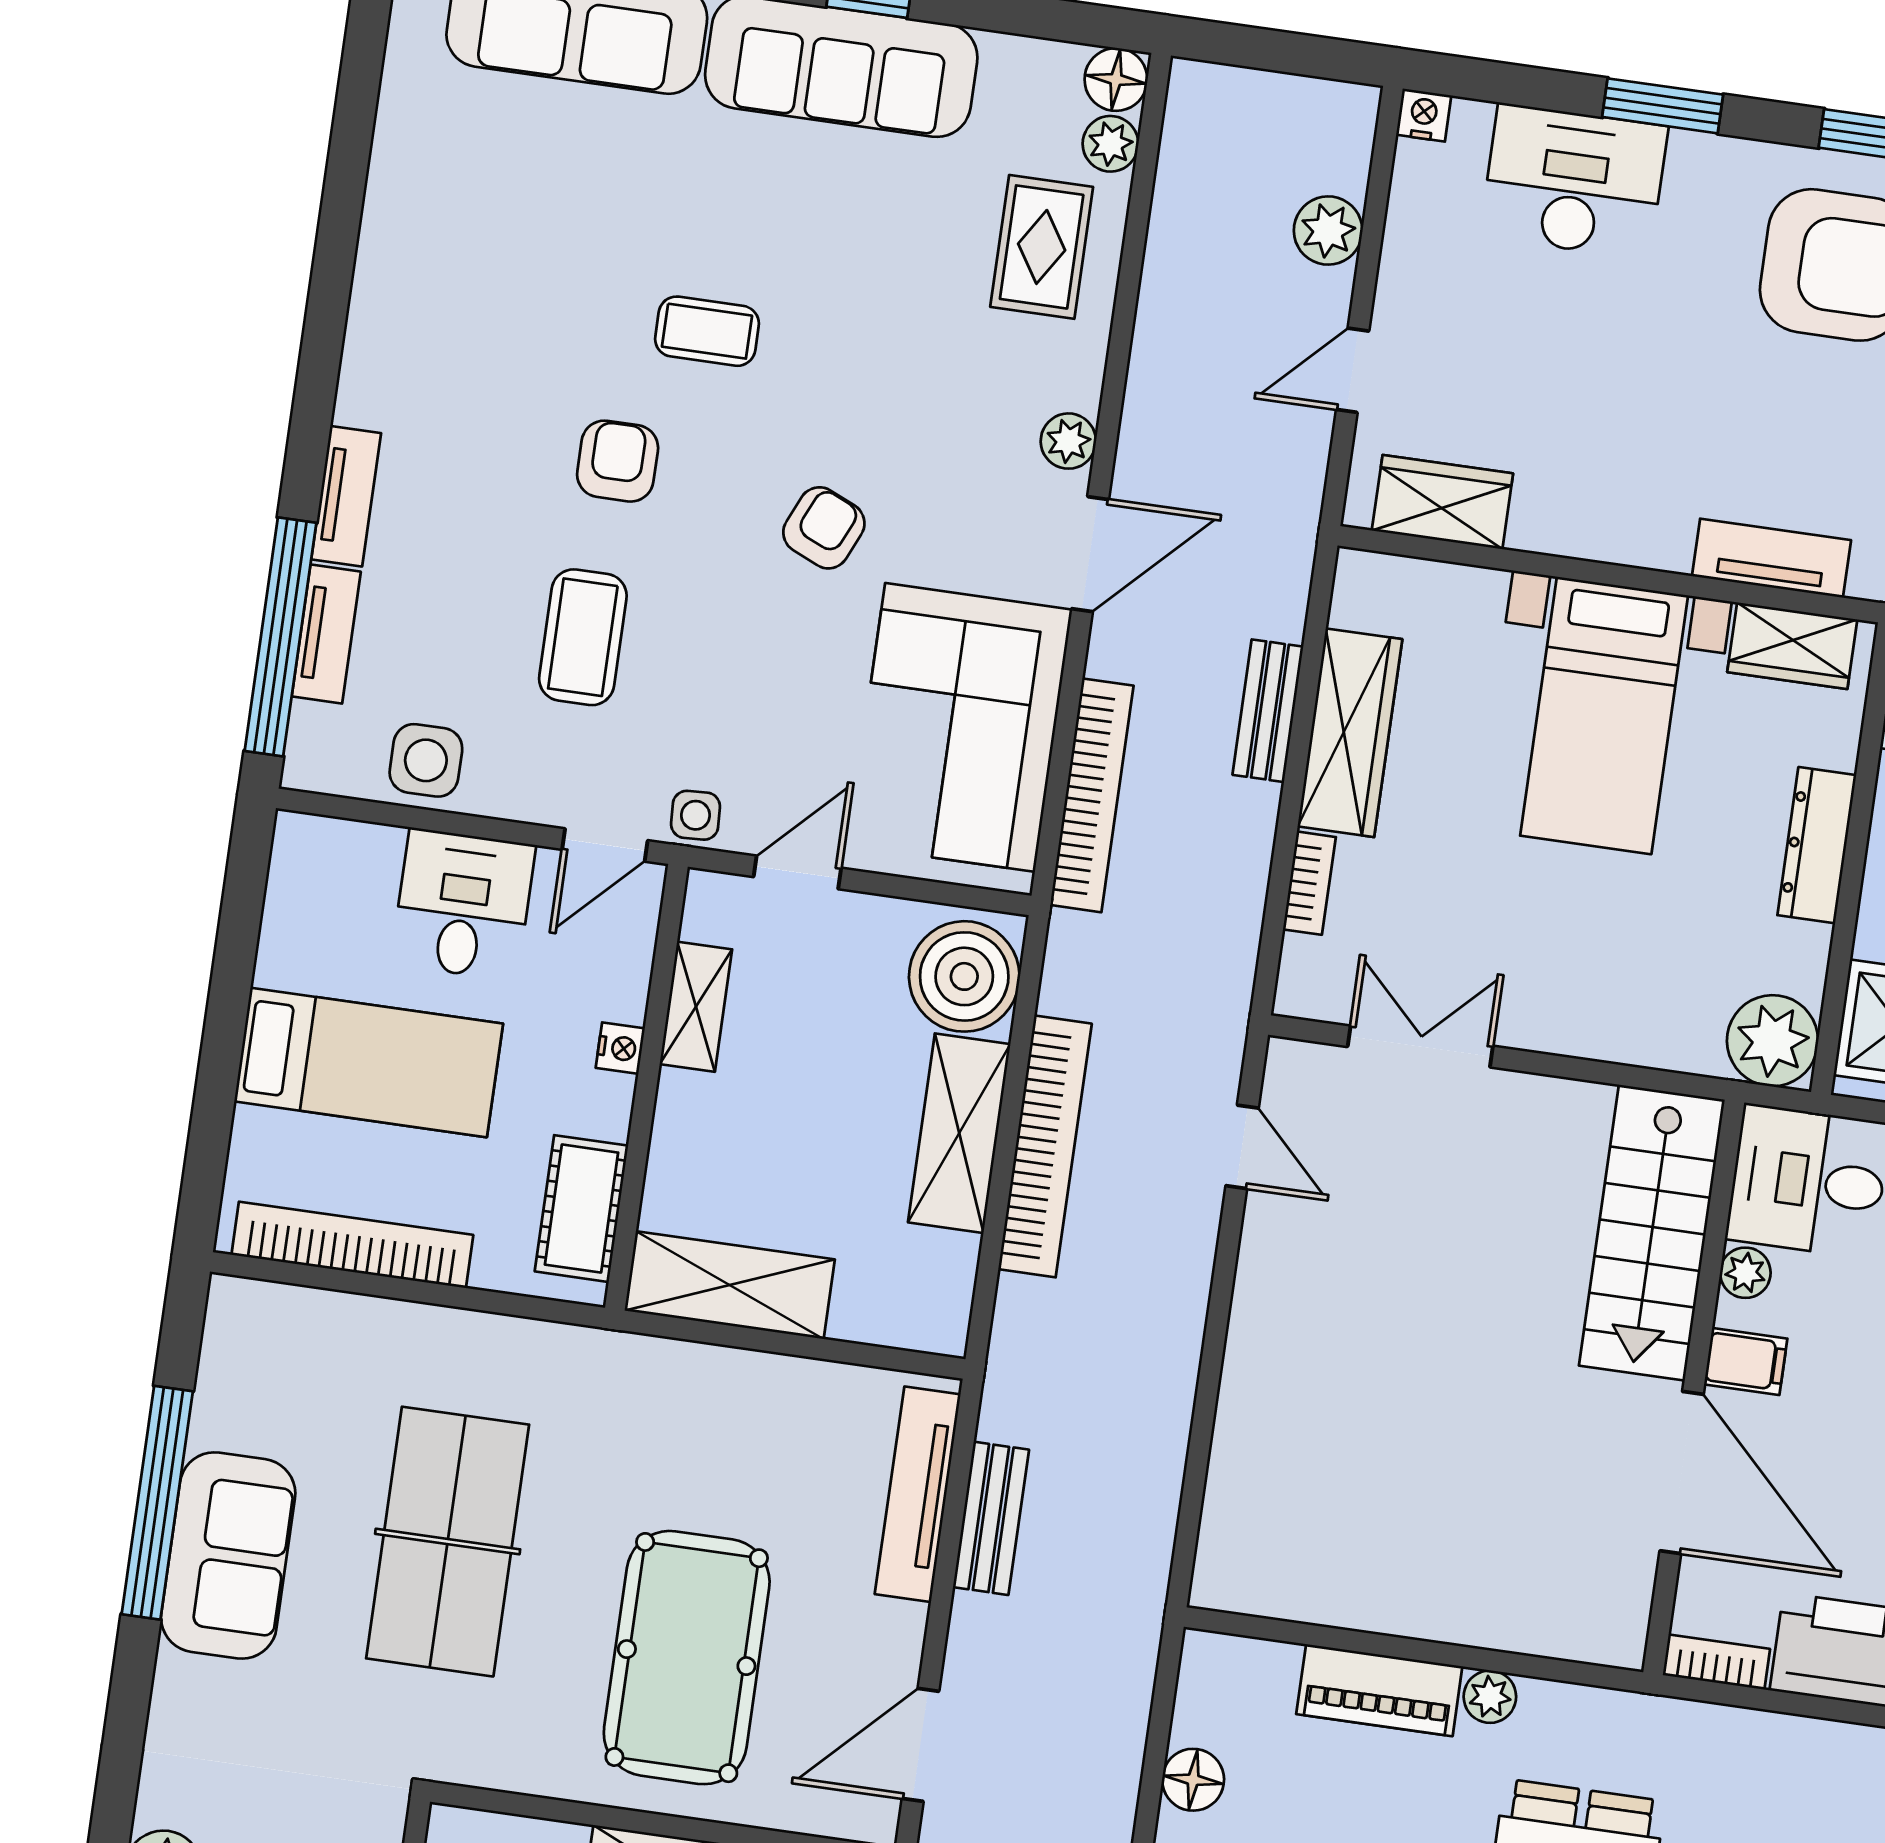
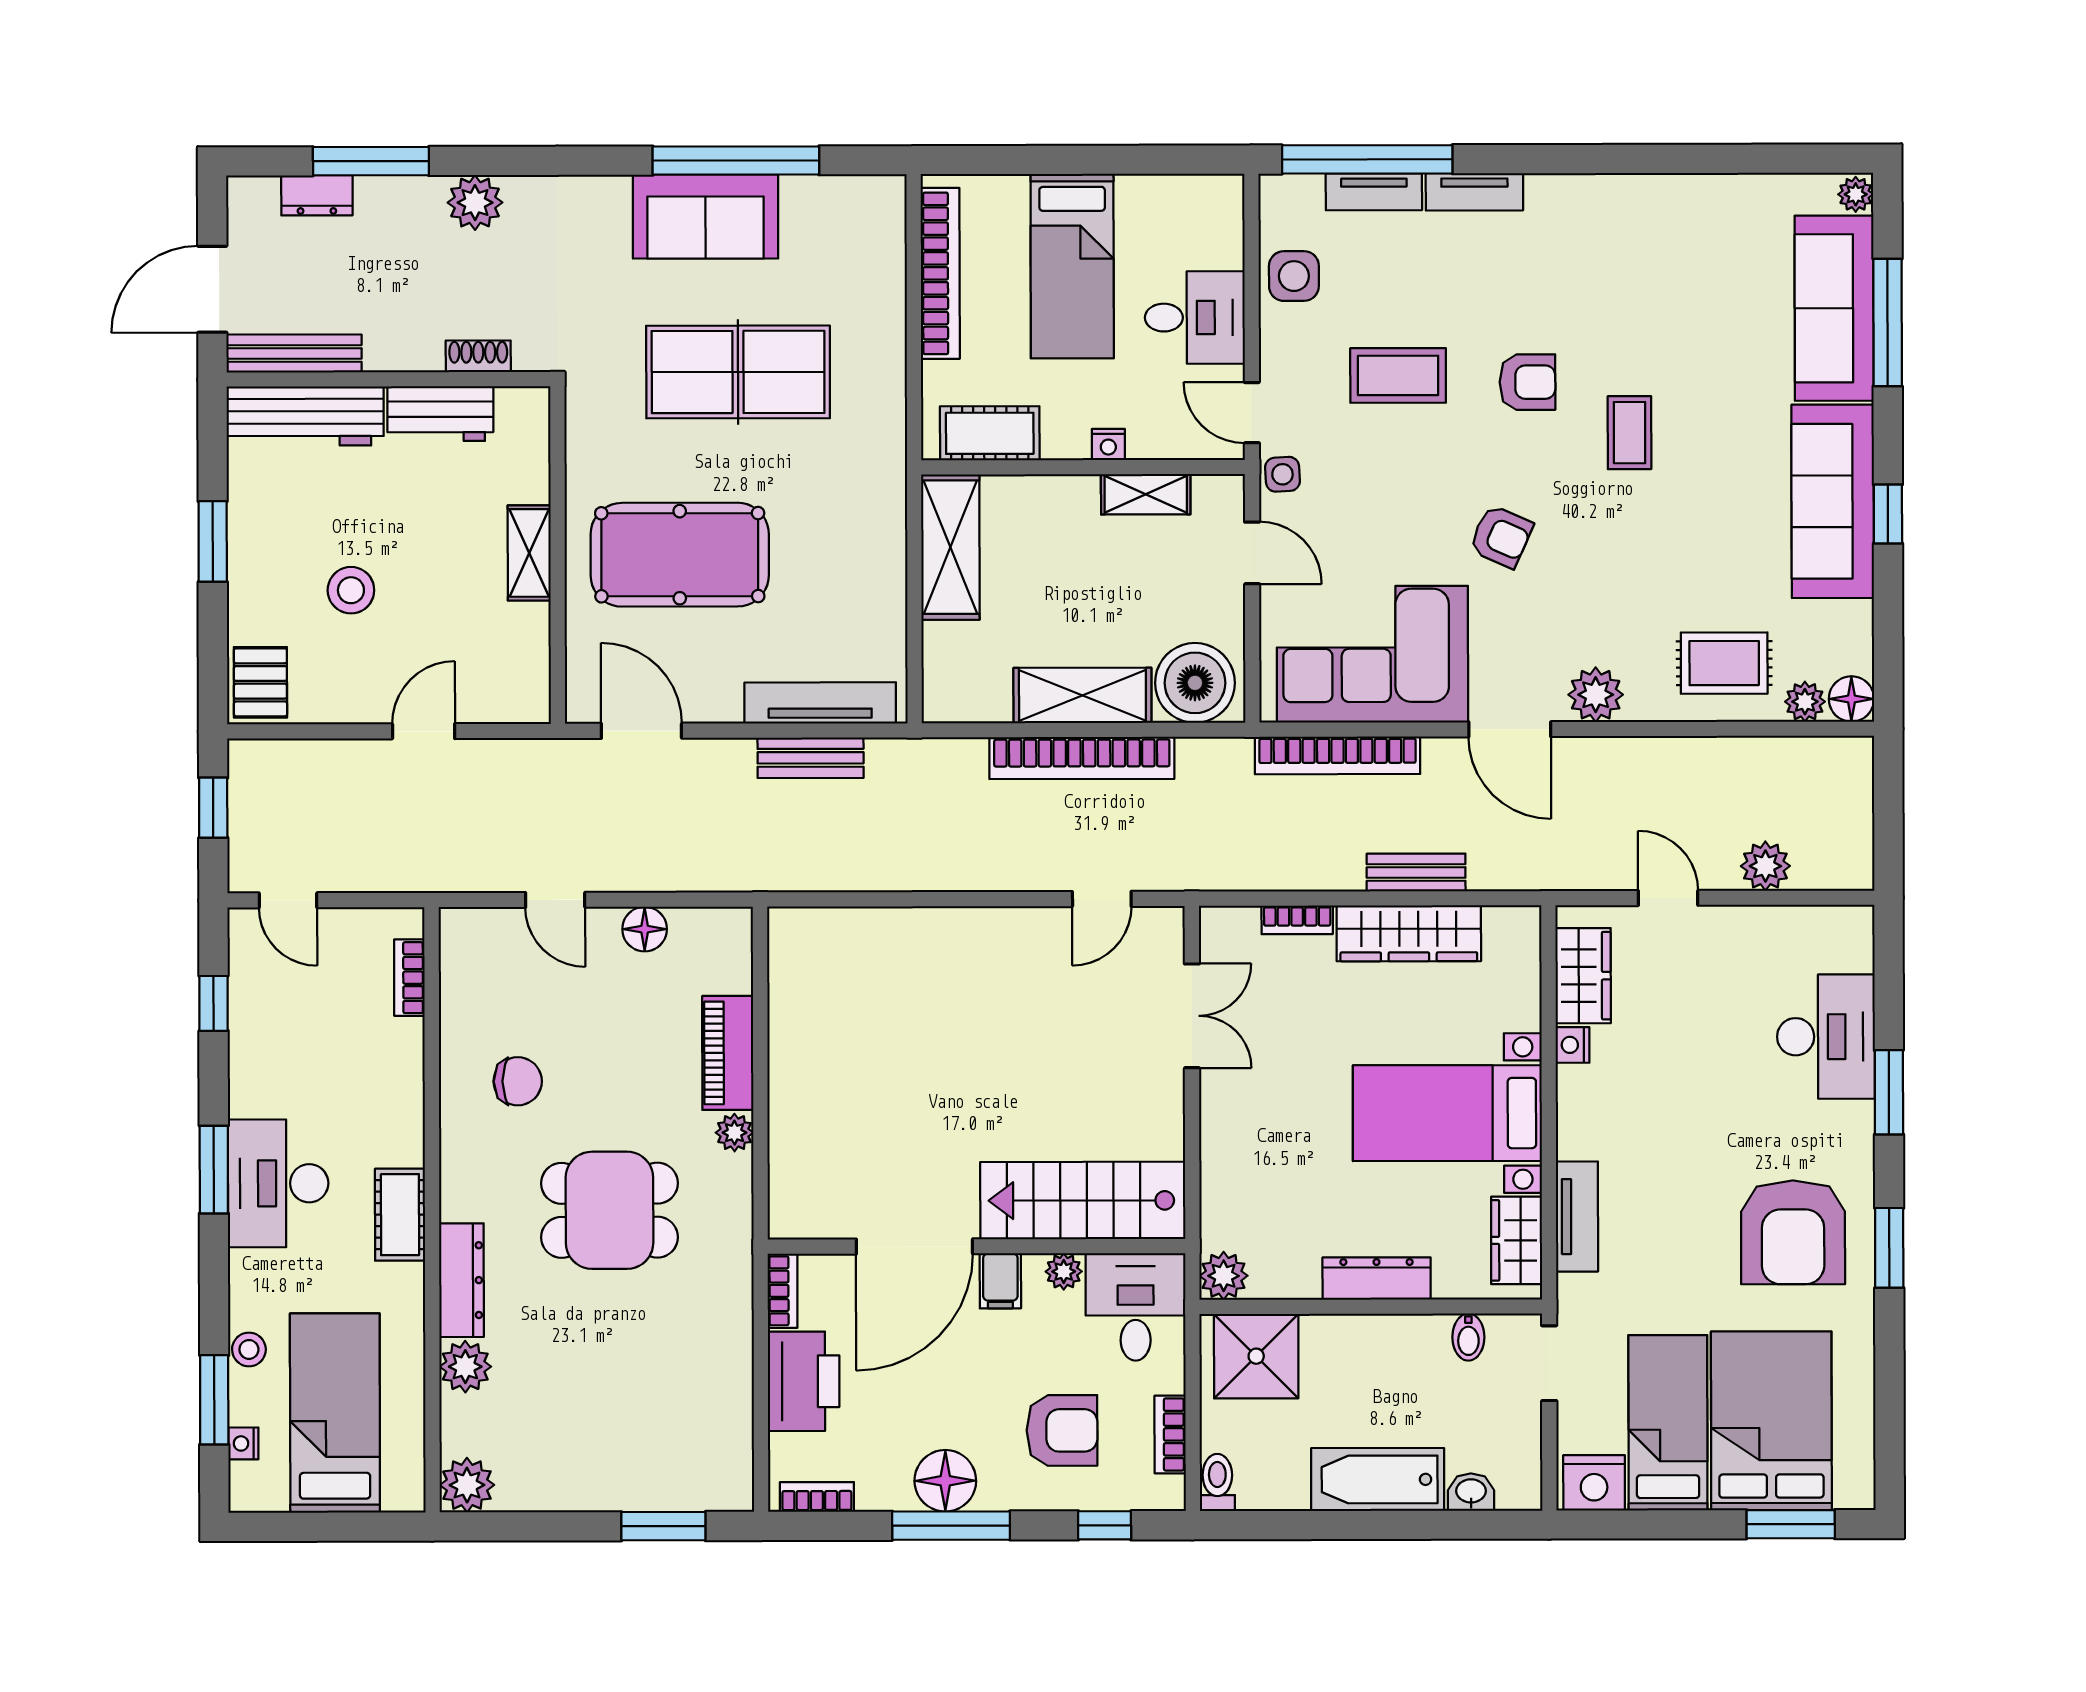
nightstand: (1424, 115) -> (1573, 1045), moved, turned 180
plant: (1068, 441) -> (1596, 695), width x1.38, depth x1.38
plant: (1773, 1041) -> (1224, 1276), width x0.73, depth x0.73

